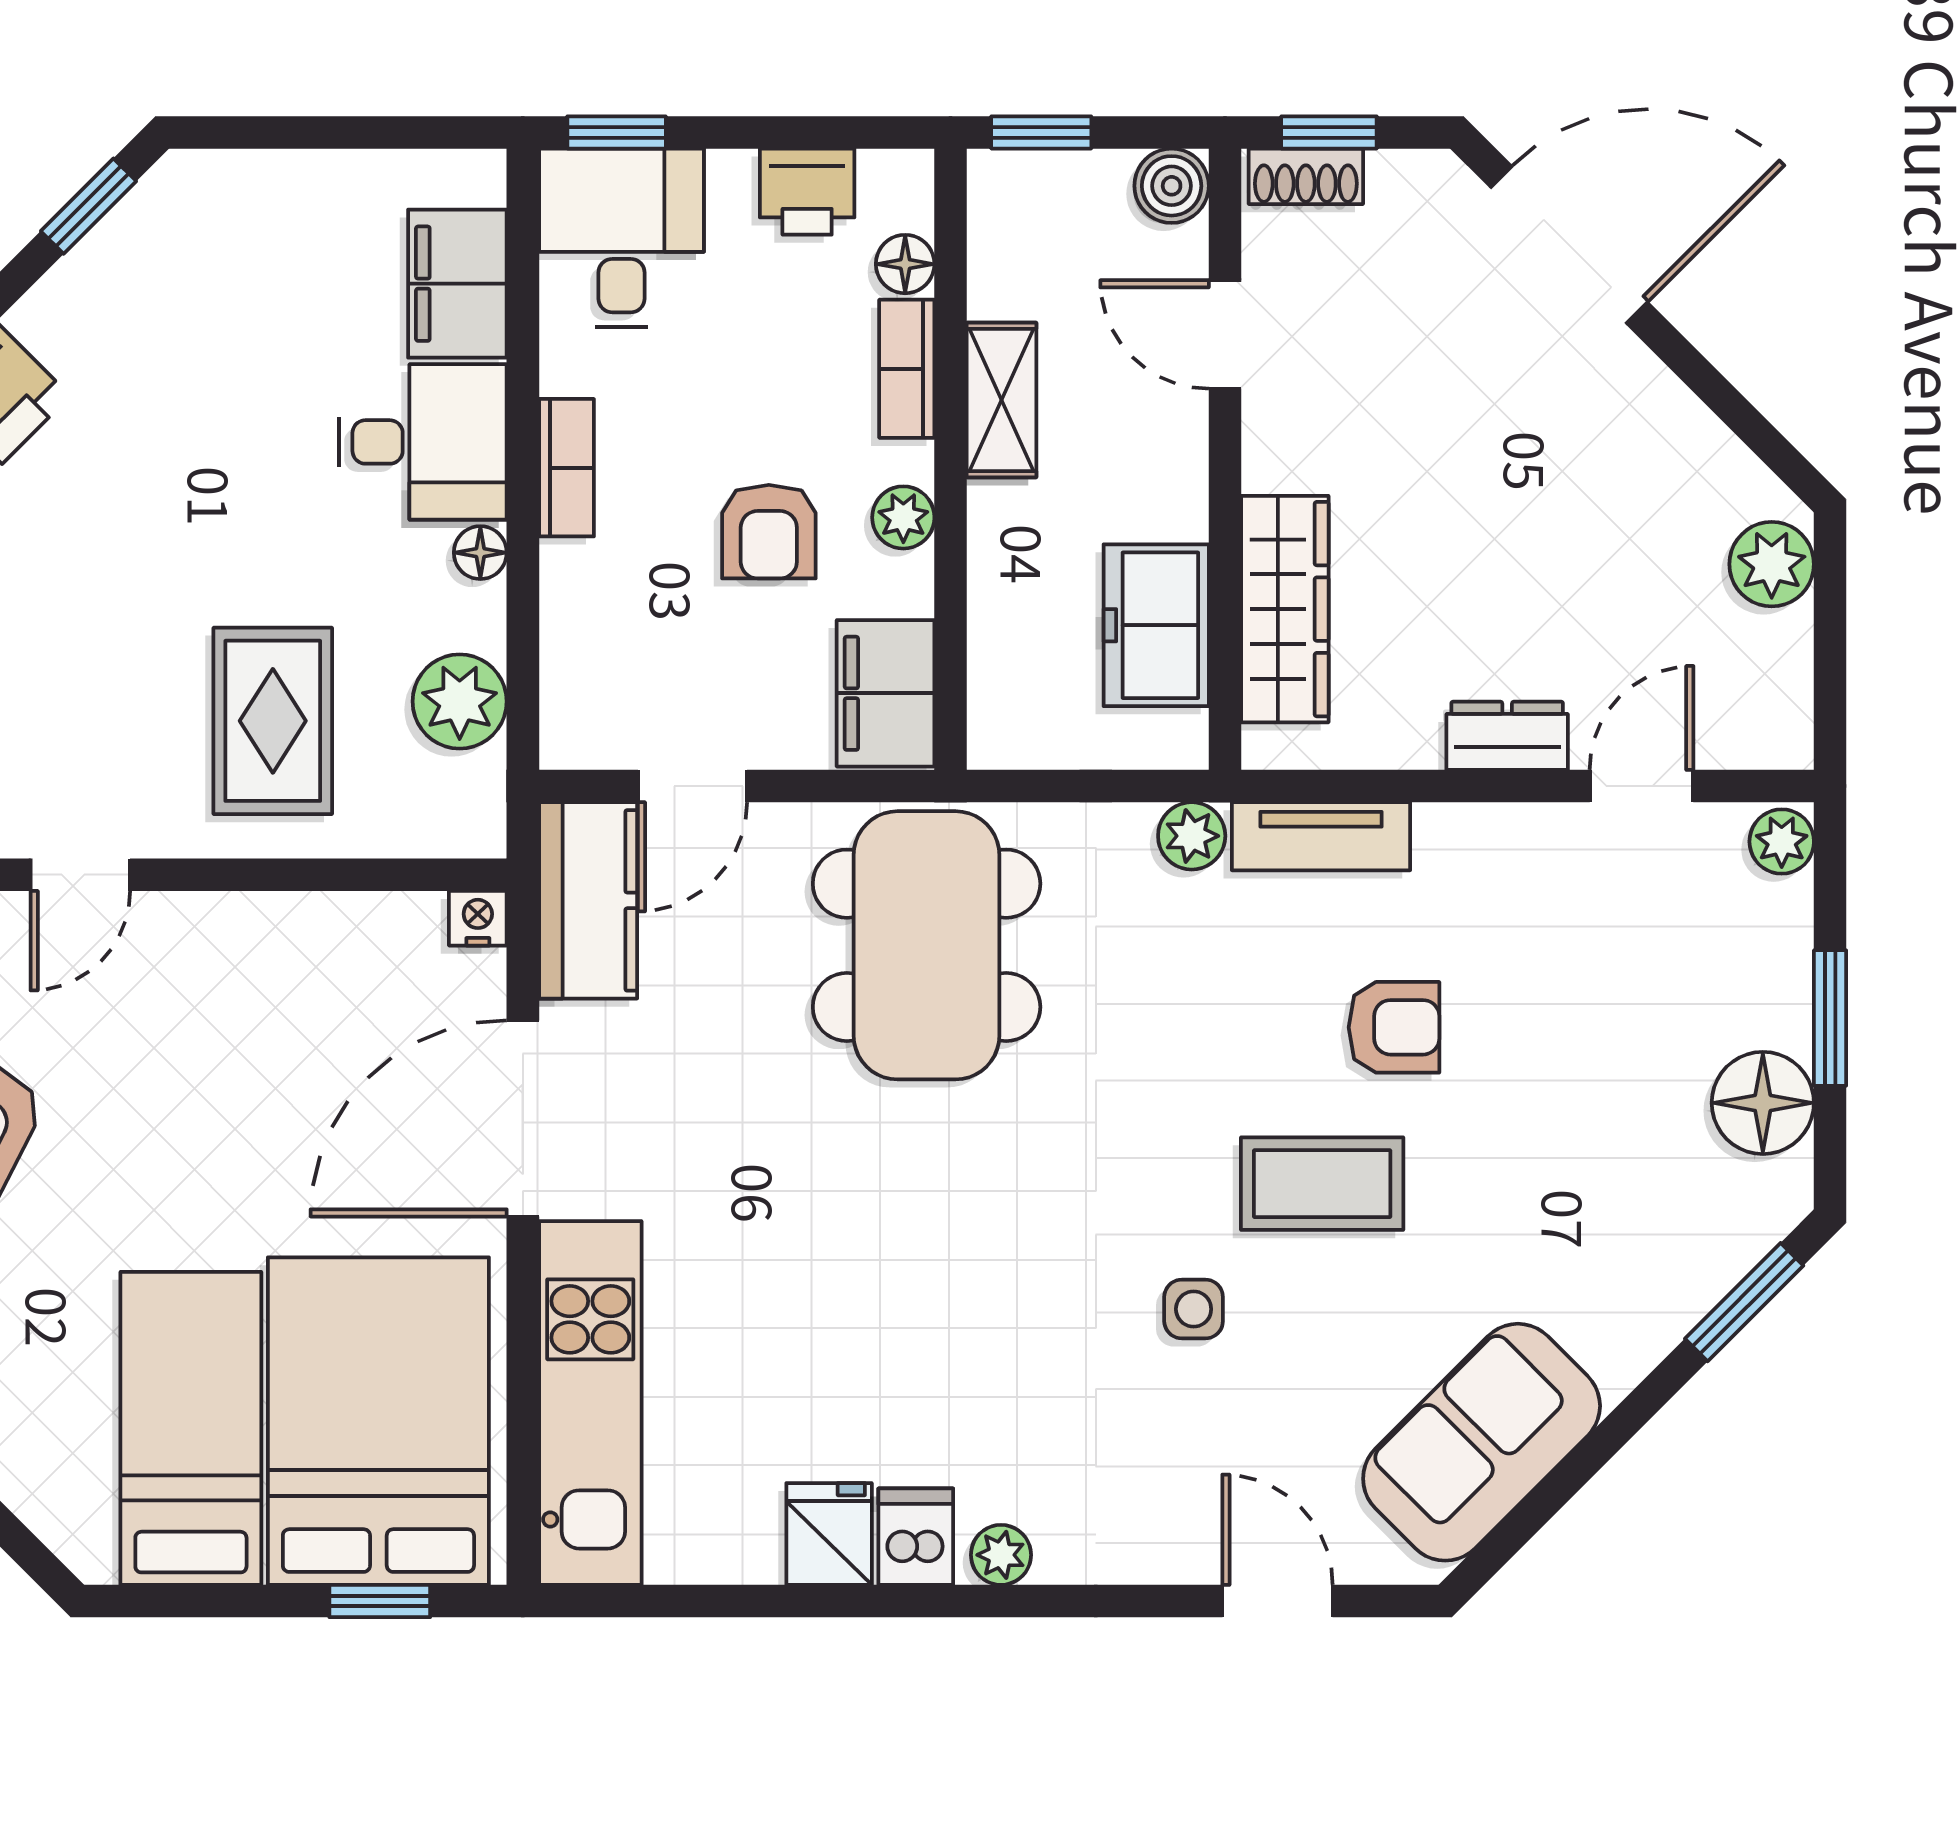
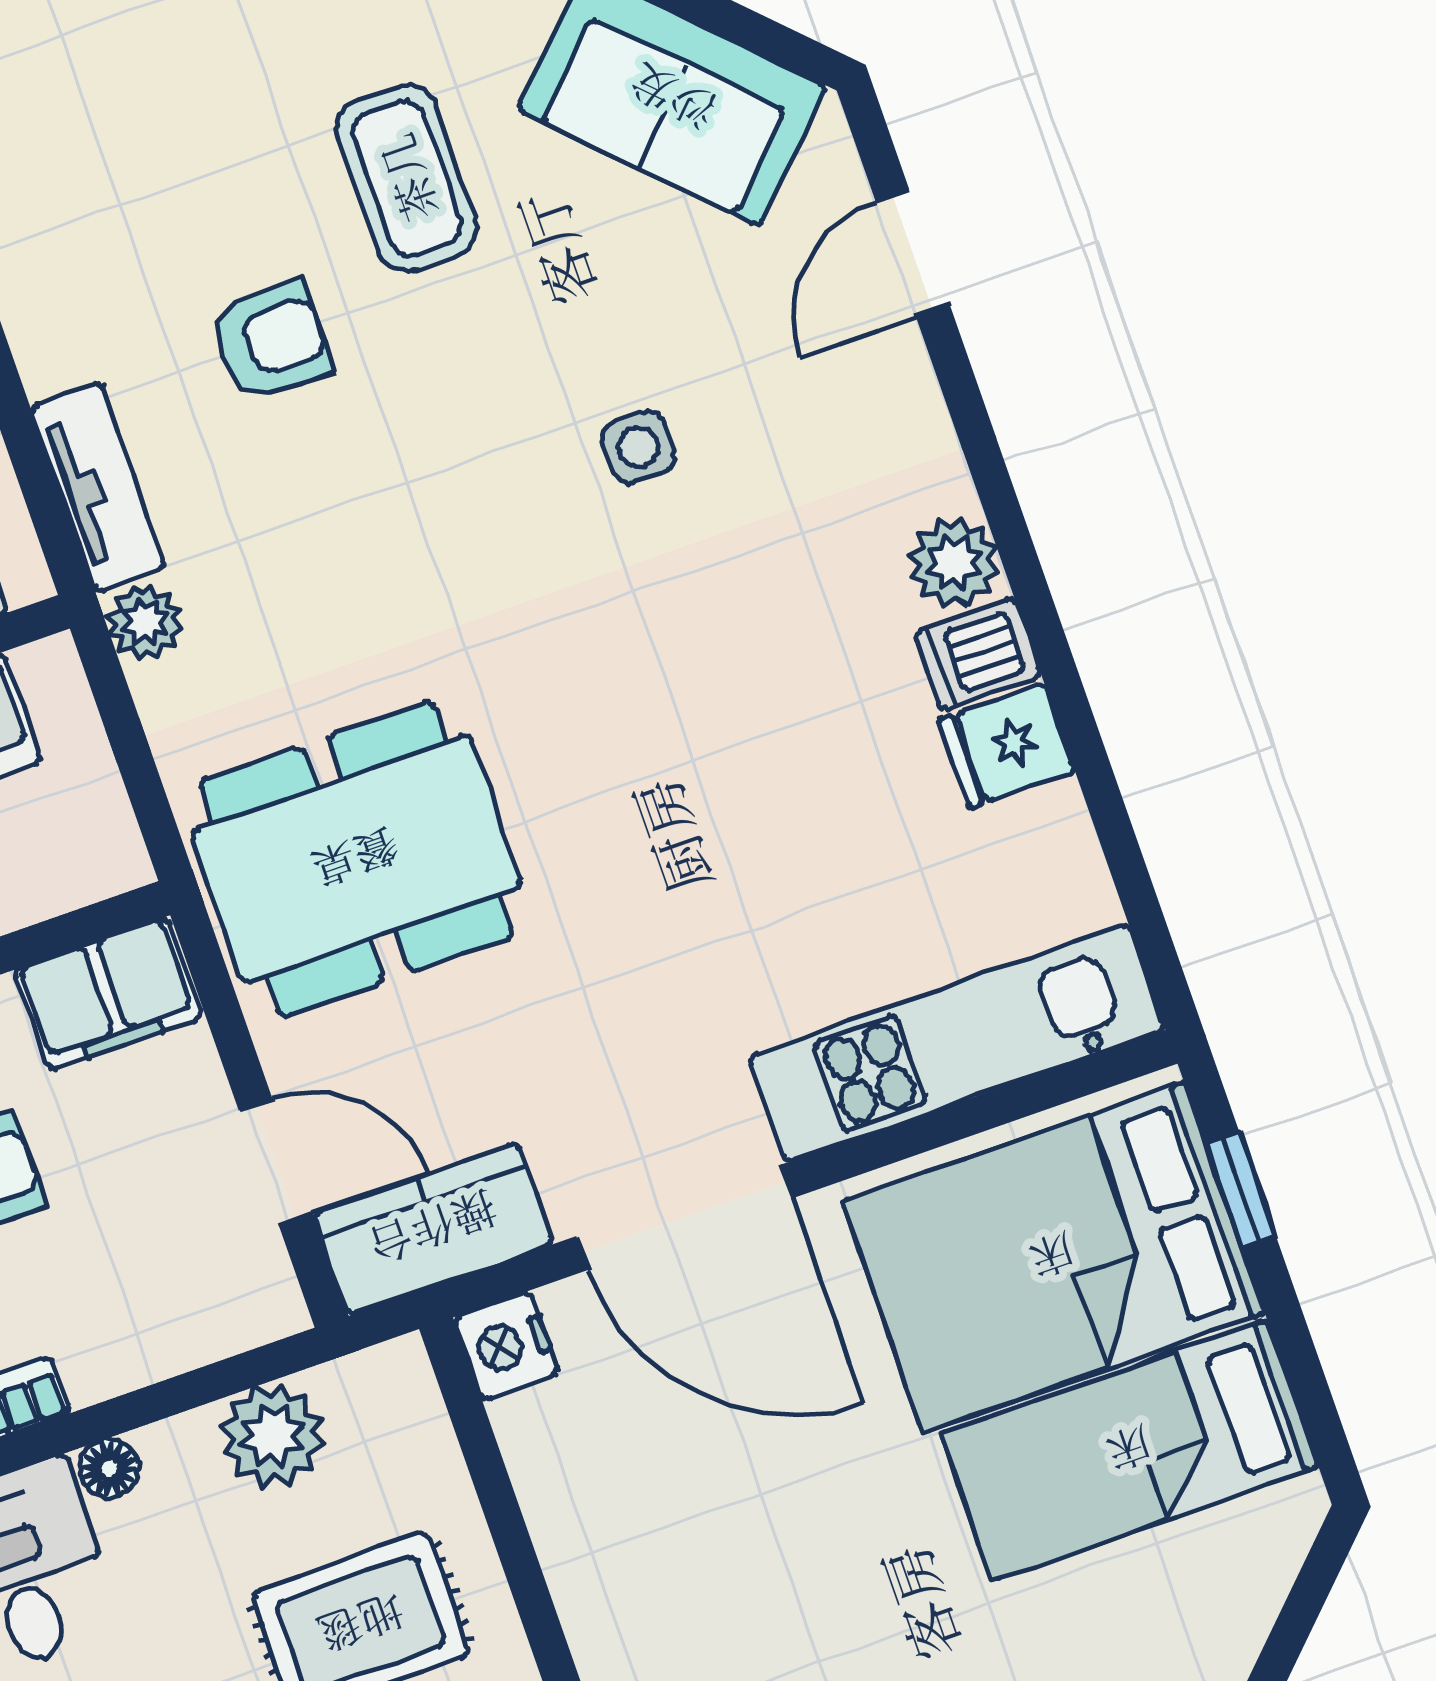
nightstand: (478, 918) -> (506, 1346), width x1.39, depth x1.35
armchair: (1394, 1027) -> (271, 341), turned 90
coffee table: (1322, 1184) -> (407, 178), moved
plant: (1001, 1555) -> (954, 563), width x1.38, depth x1.38

